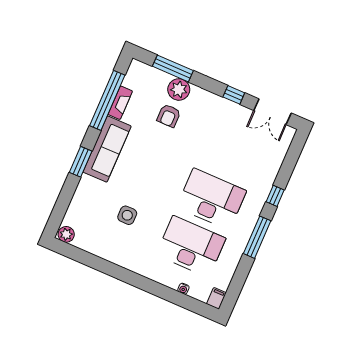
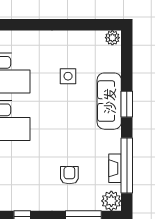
plant: (179, 89) -> (111, 201), moved
sofa: (107, 149) -> (109, 101), moved

